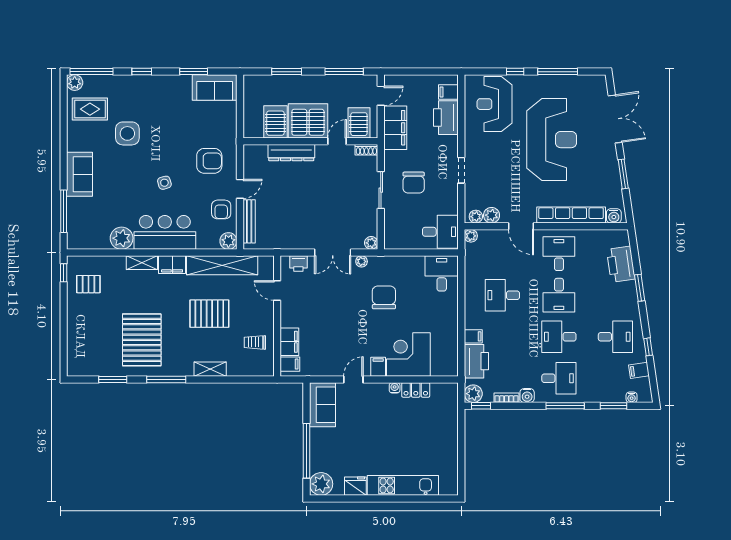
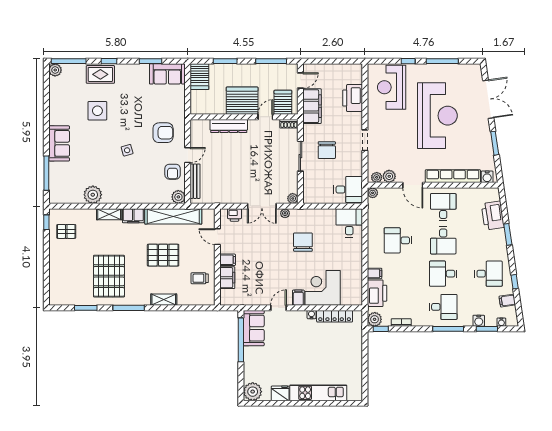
filing cabinet: (448, 92) -> (355, 78), removed
rug: (90, 109) -> (100, 74), moved
server rack: (275, 122) -> (199, 77), moved, turned 180
bar counter: (165, 232) -> (127, 190), removed
filing cabinet: (290, 364) -> (228, 260), moved
locker: (416, 390) -> (335, 316), width x1.53
water cooler: (527, 396) -> (479, 321), moved
window: (307, 451) -> (241, 340), moved

